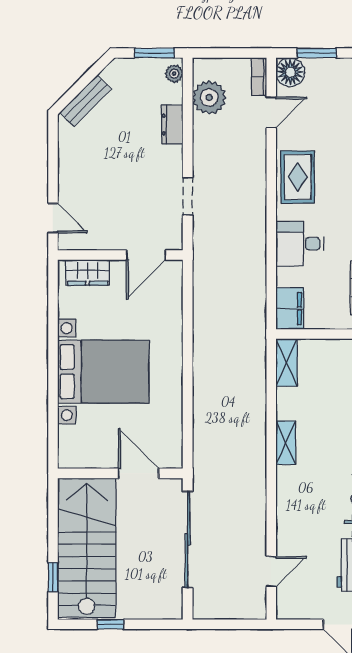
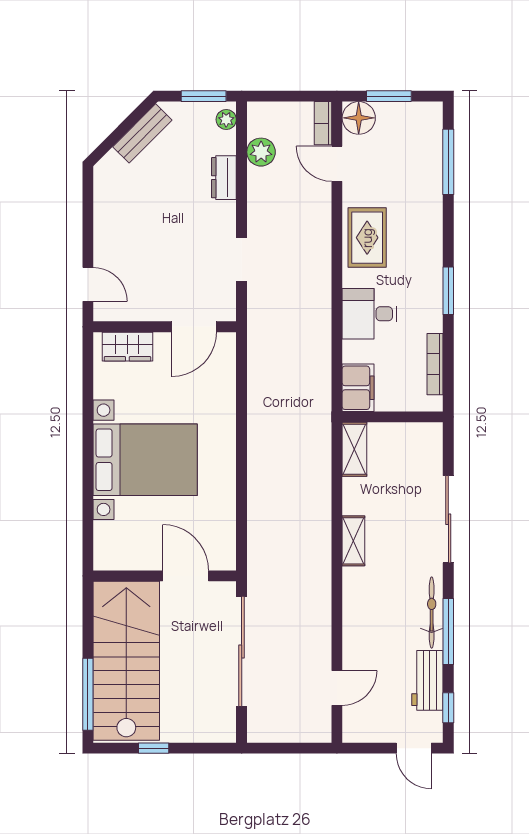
plant: (209, 98) -> (261, 152), width x0.73, depth x0.73
bench: (86, 101) -> (142, 133), moved
door: (271, 112) -> (337, 164), swing flipped
window: (53, 577) -> (88, 694), width x2.17

